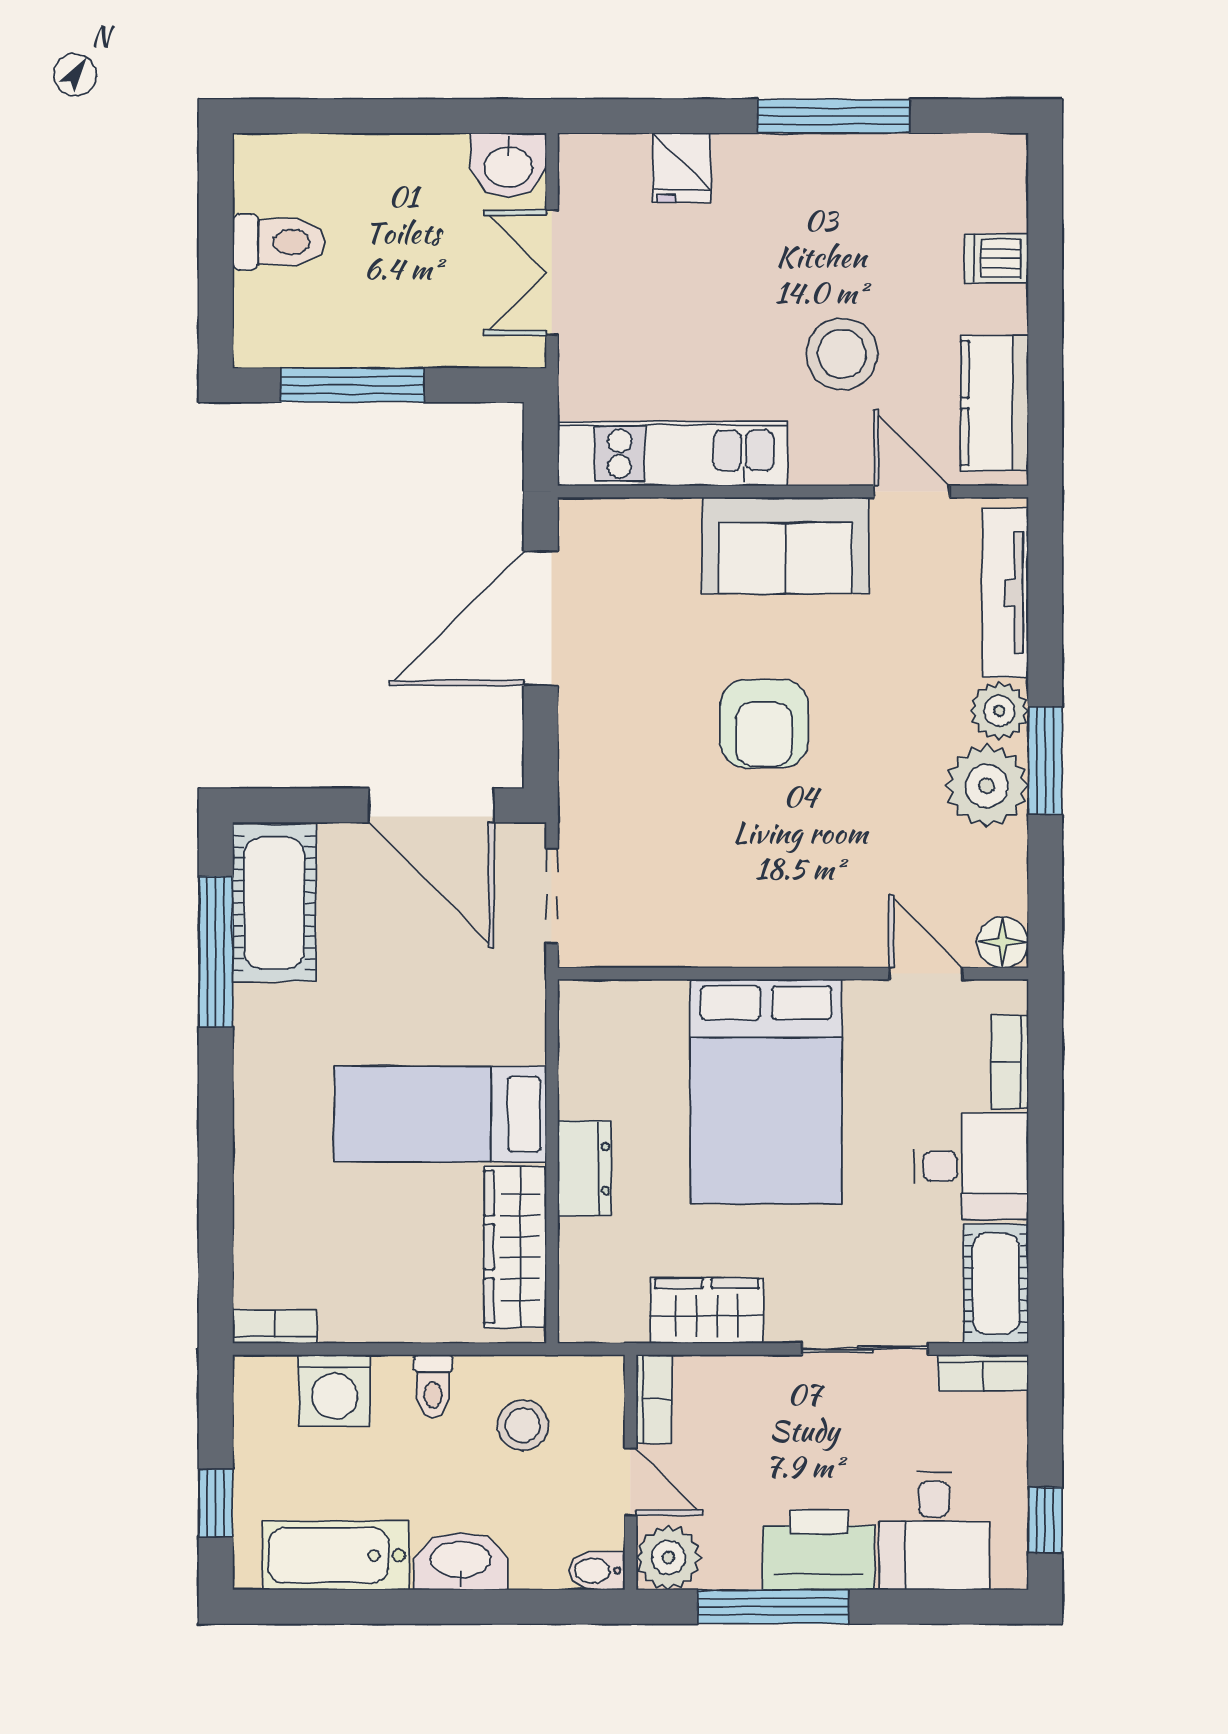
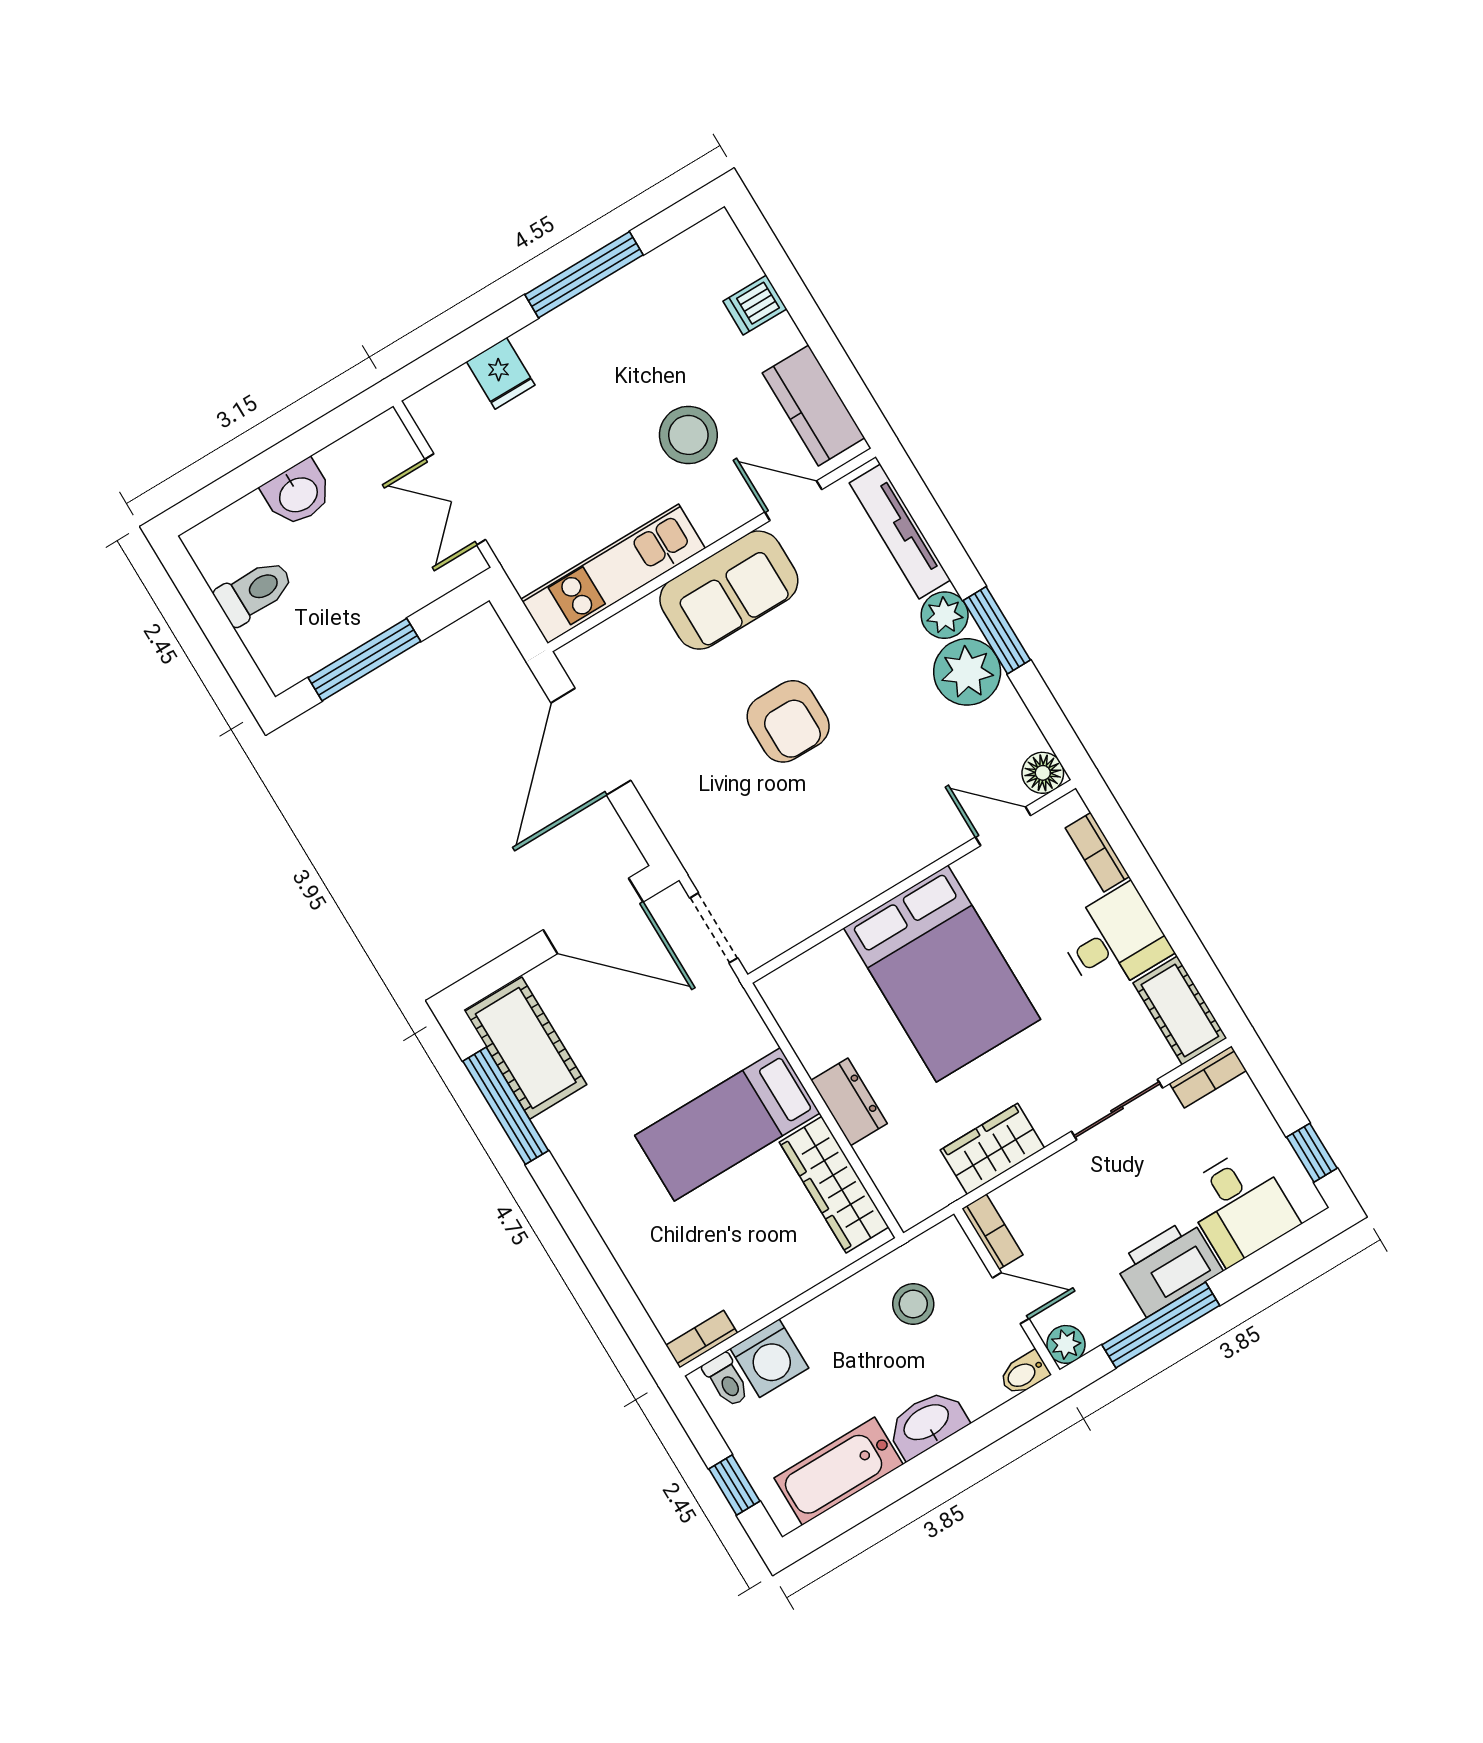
washbasin: (508, 165) -> (298, 493), moved
toilet: (433, 1386) -> (727, 1380), moved
plant: (668, 1558) -> (1066, 1344), width x0.73, depth x0.73

